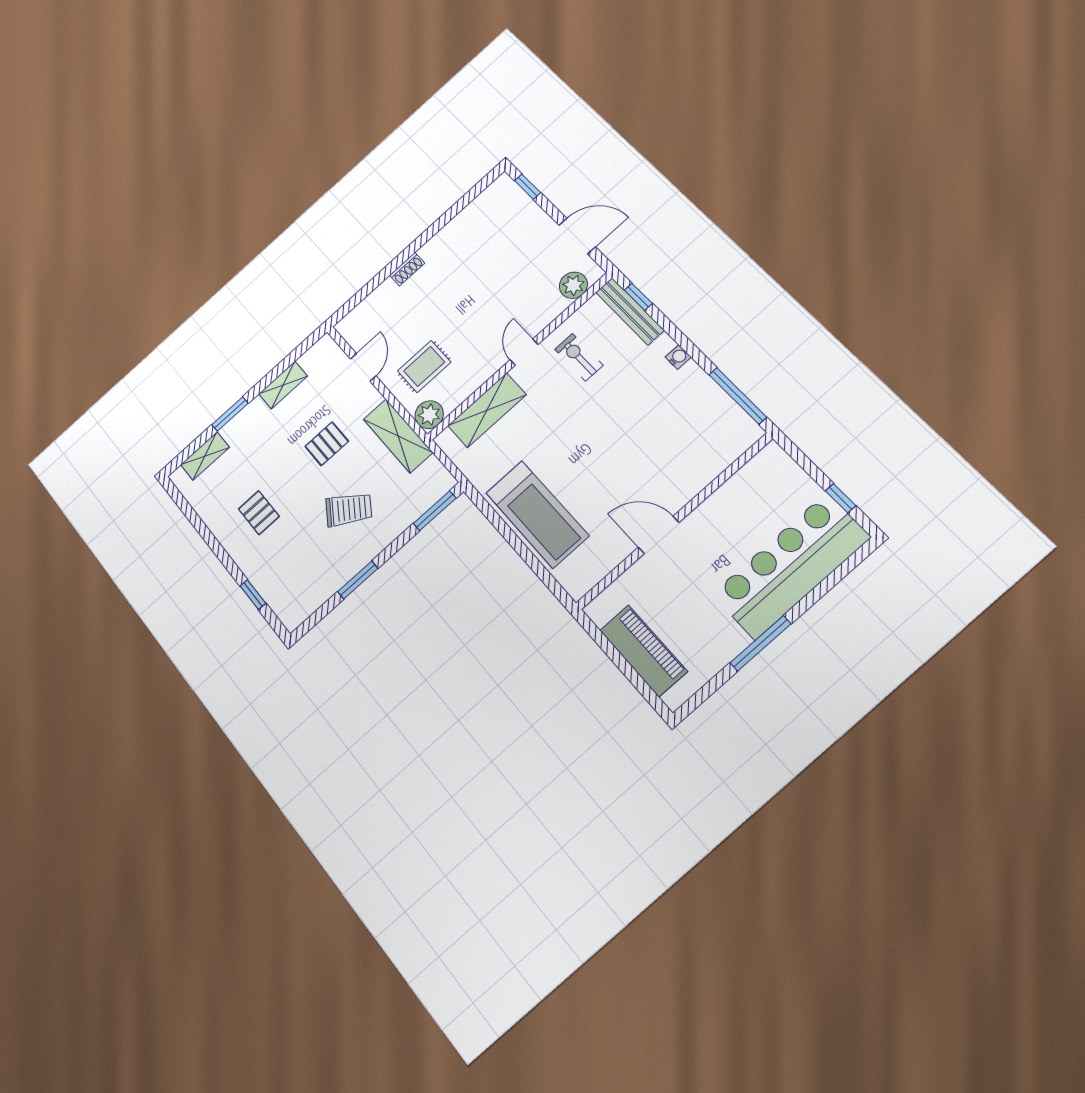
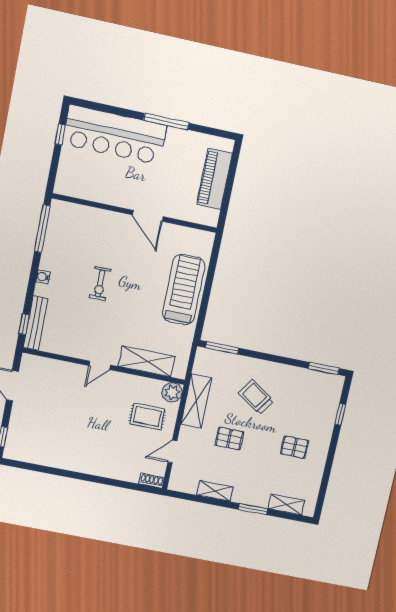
shoe rack: (407, 269) -> (152, 481), moved
plant: (573, 285) -> (42, 366), removed
exercise bike: (579, 357) -> (100, 284), moved
pallet: (259, 513) -> (295, 447), turned 90
window: (358, 580) -> (324, 368), moved

